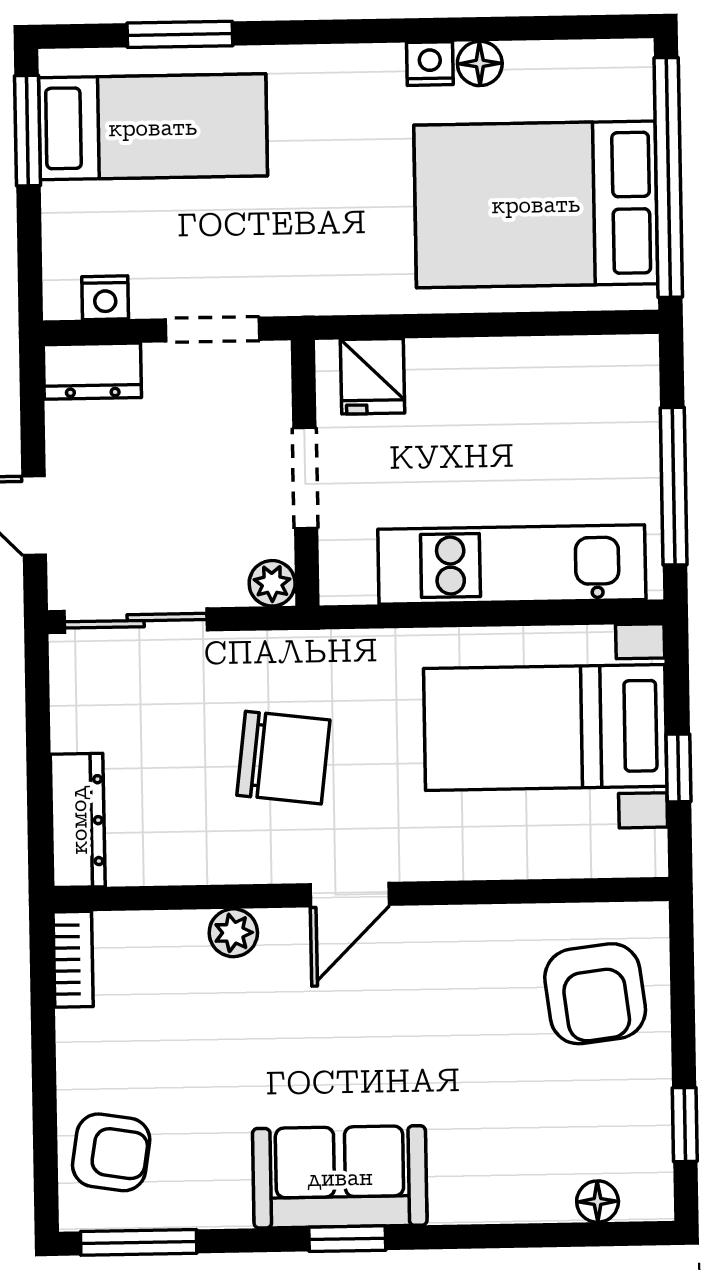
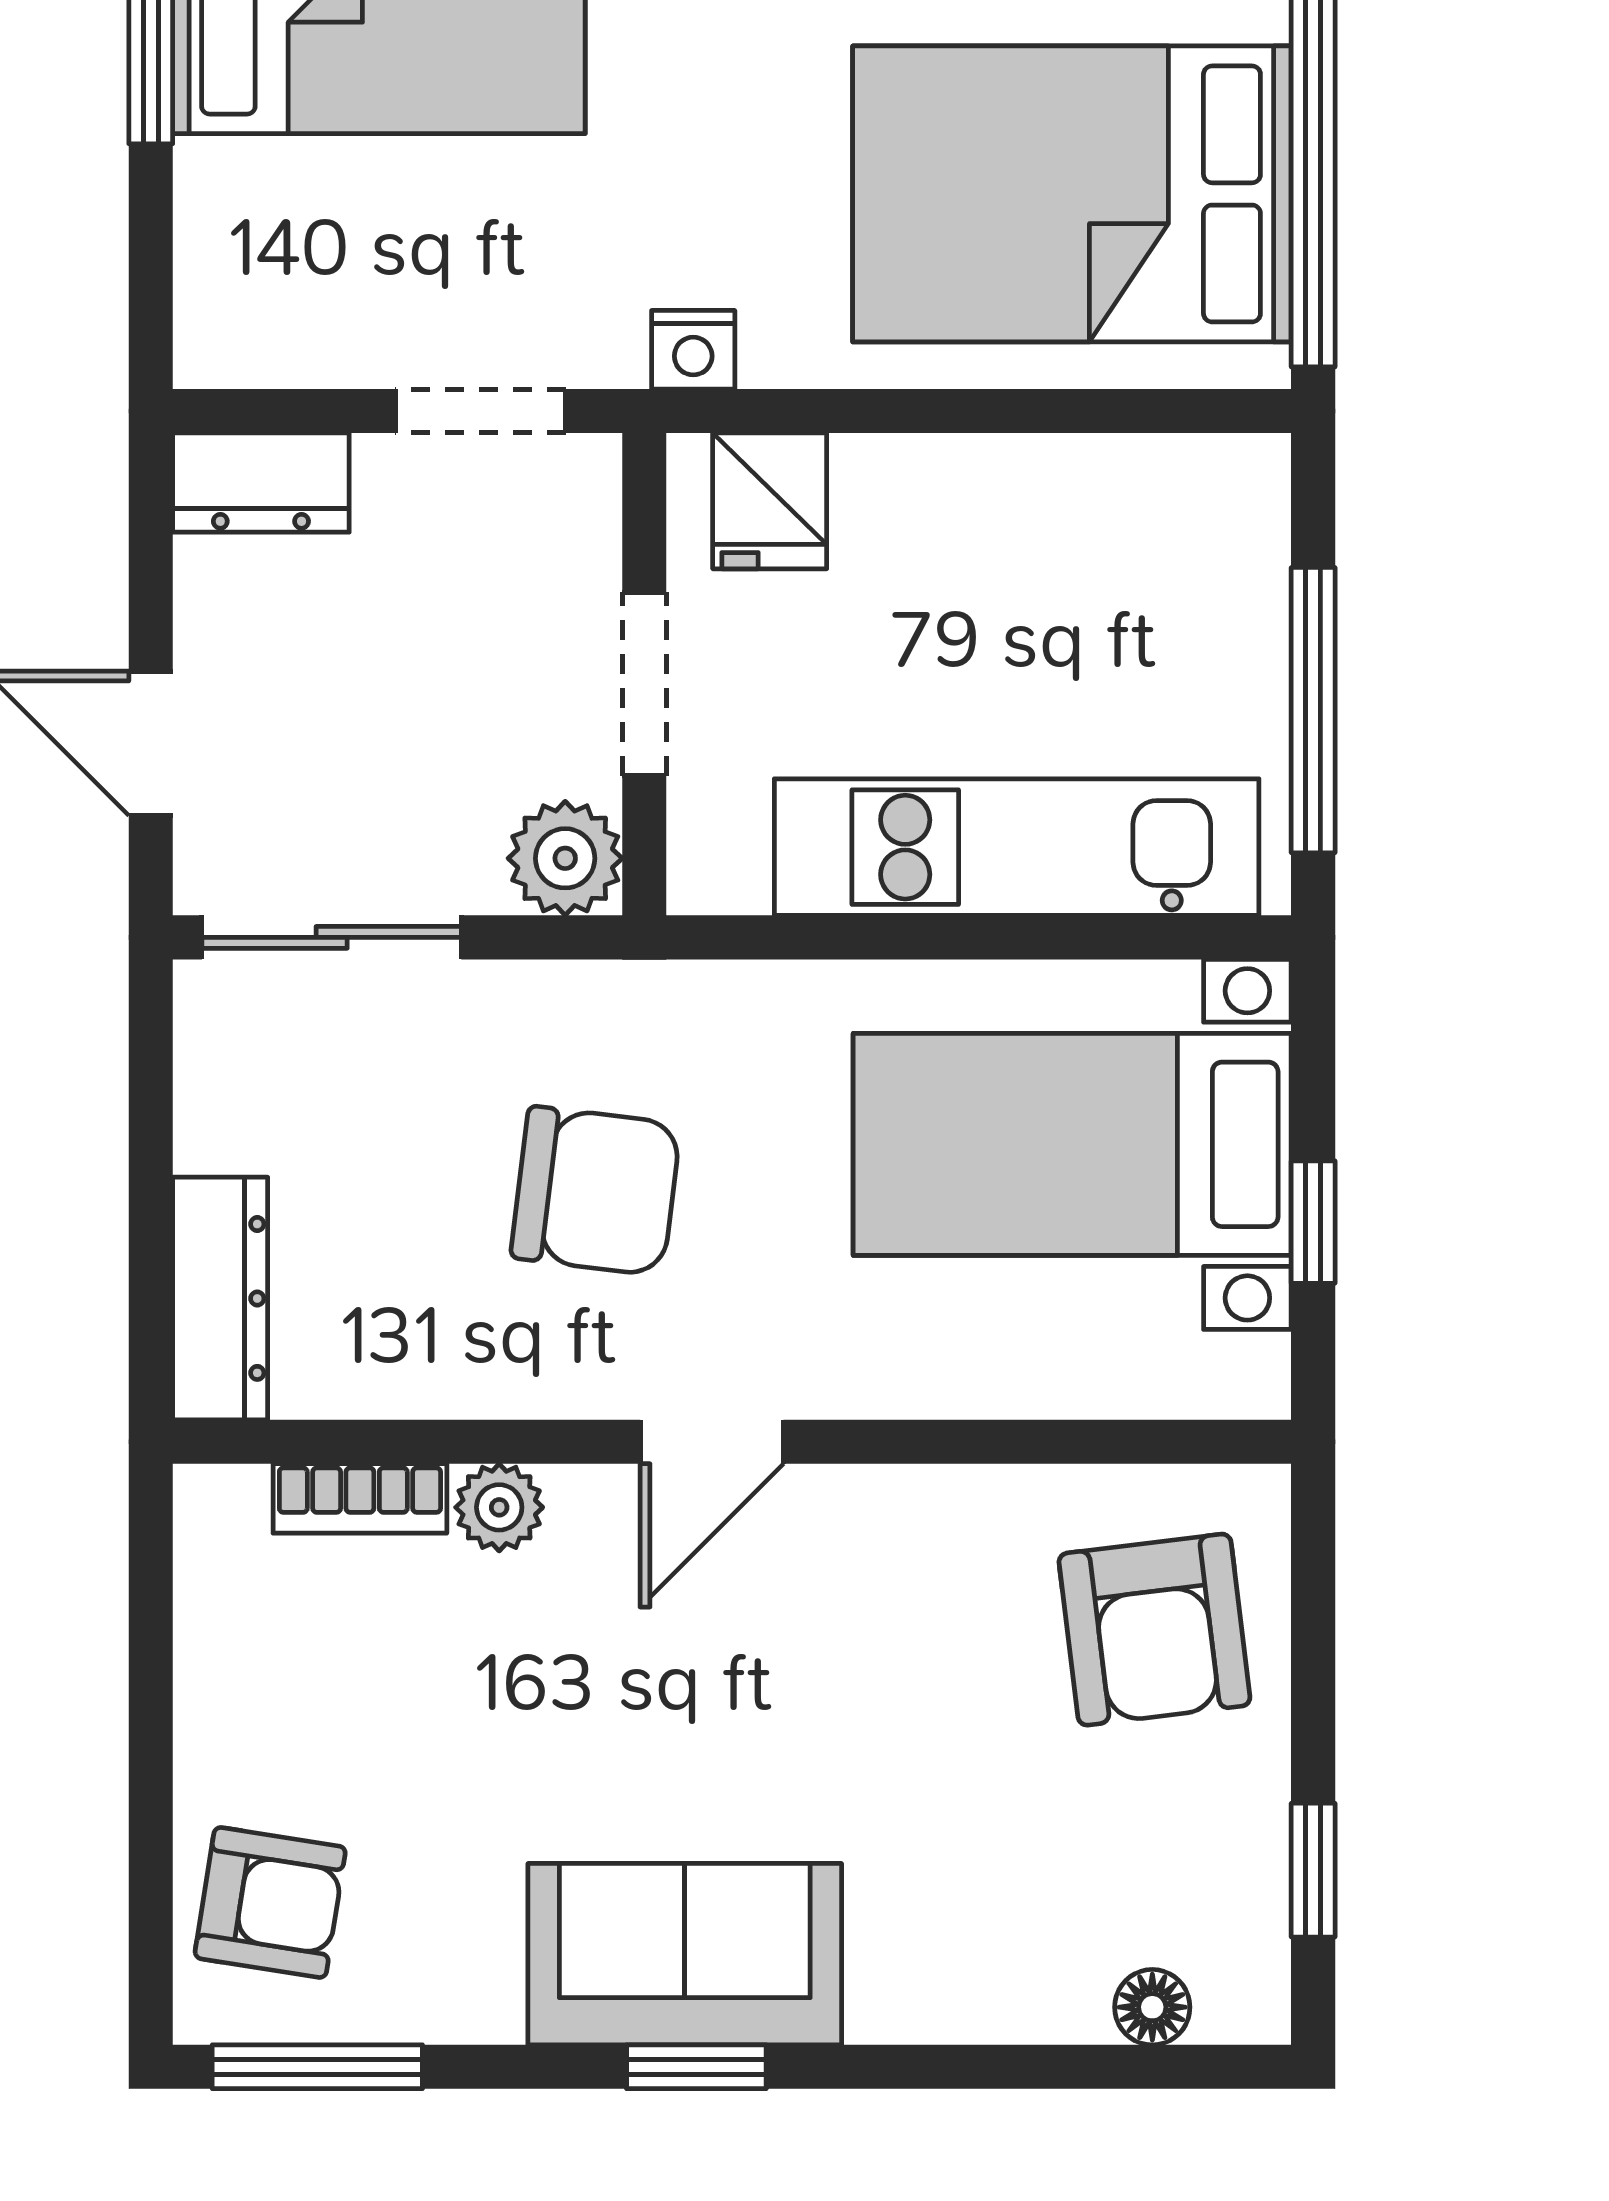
nightstand: (105, 298) -> (693, 350), moved
plant: (272, 583) -> (565, 858), width x1.38, depth x1.38
bookcase: (73, 959) -> (360, 1498), moved, turned 90

